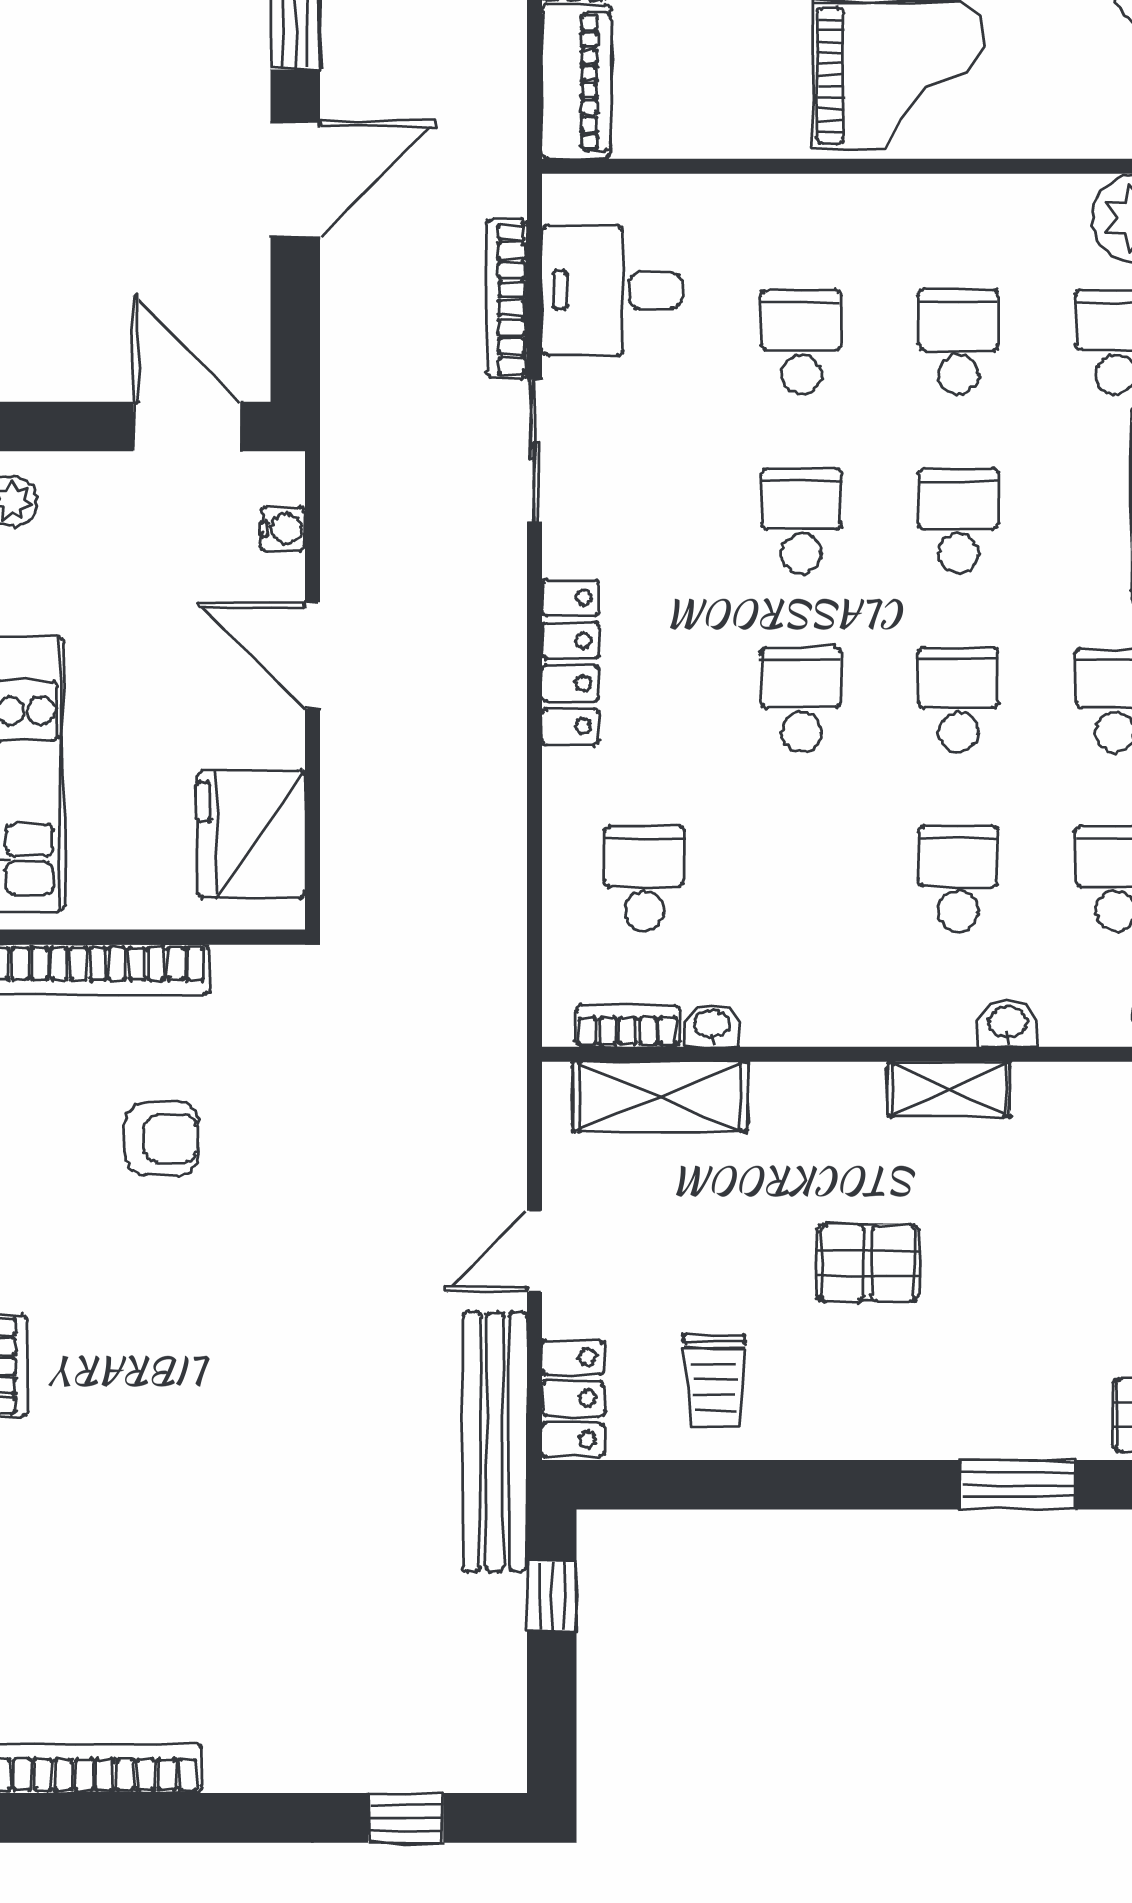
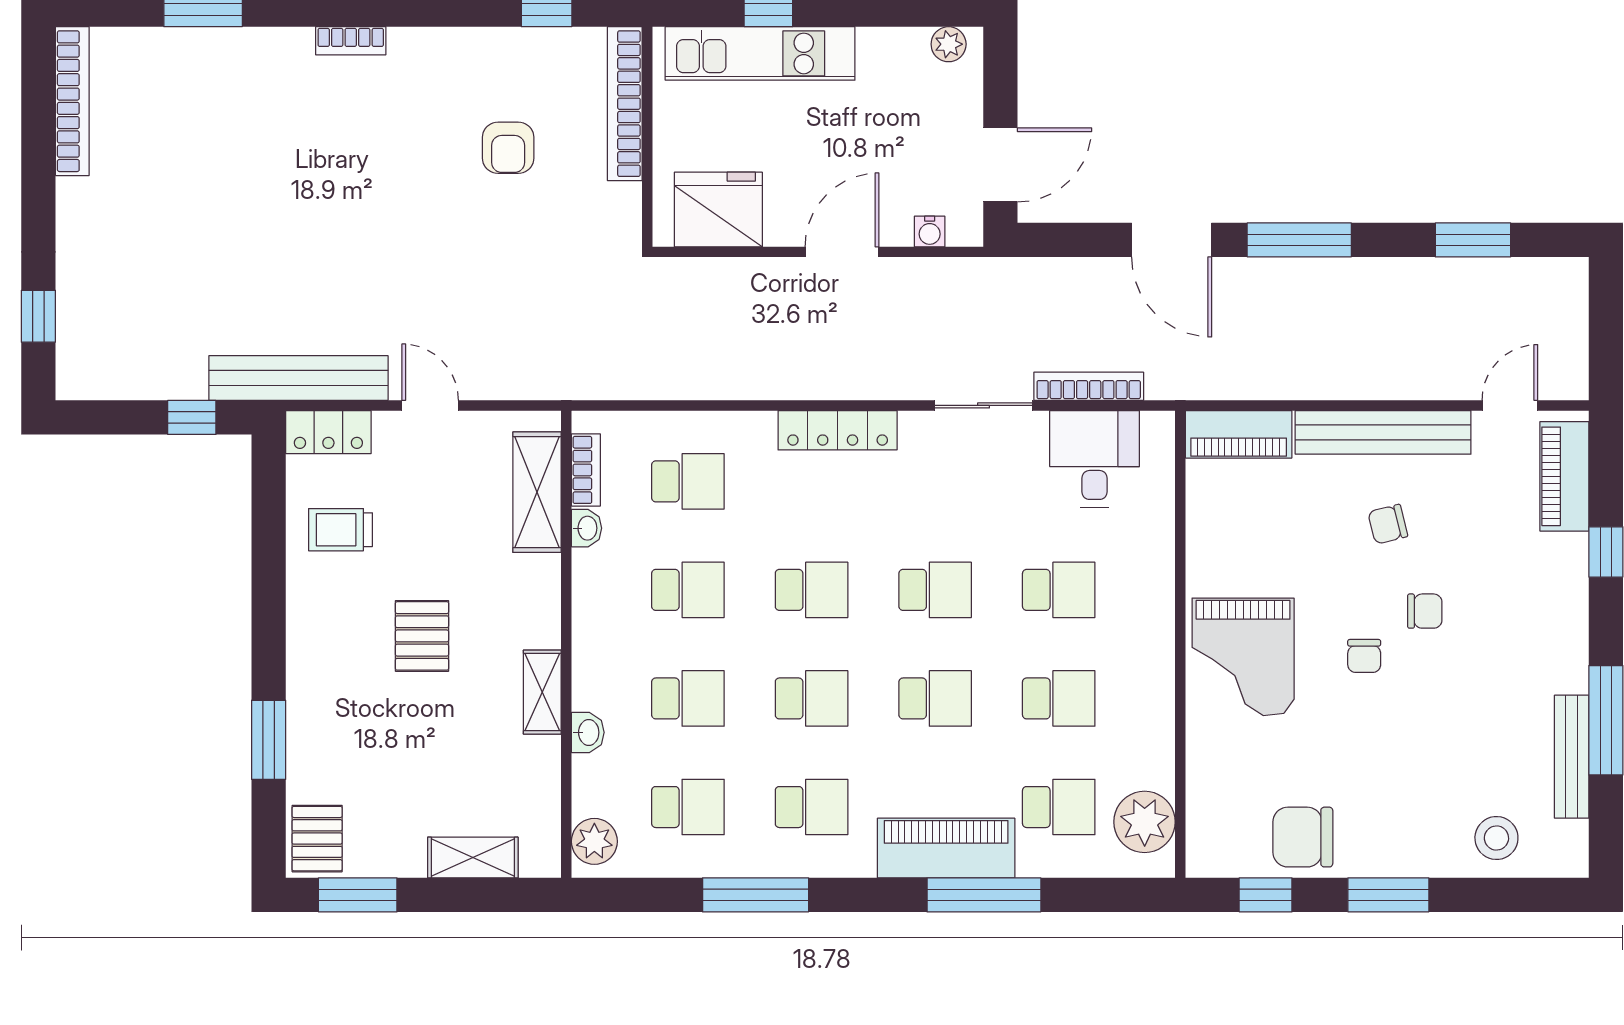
school desk: (801, 878) -> (688, 590), added

